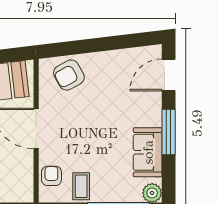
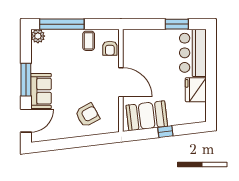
armchair: (69, 75) -> (87, 115), moved
sofa: (148, 152) -> (41, 91), moved

